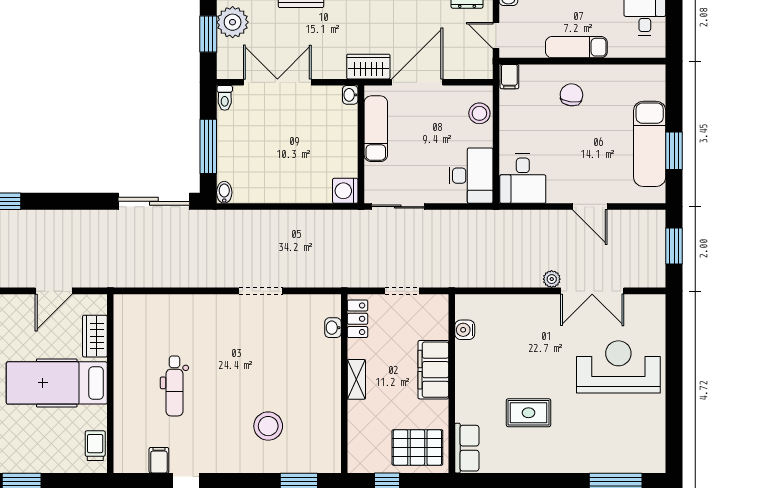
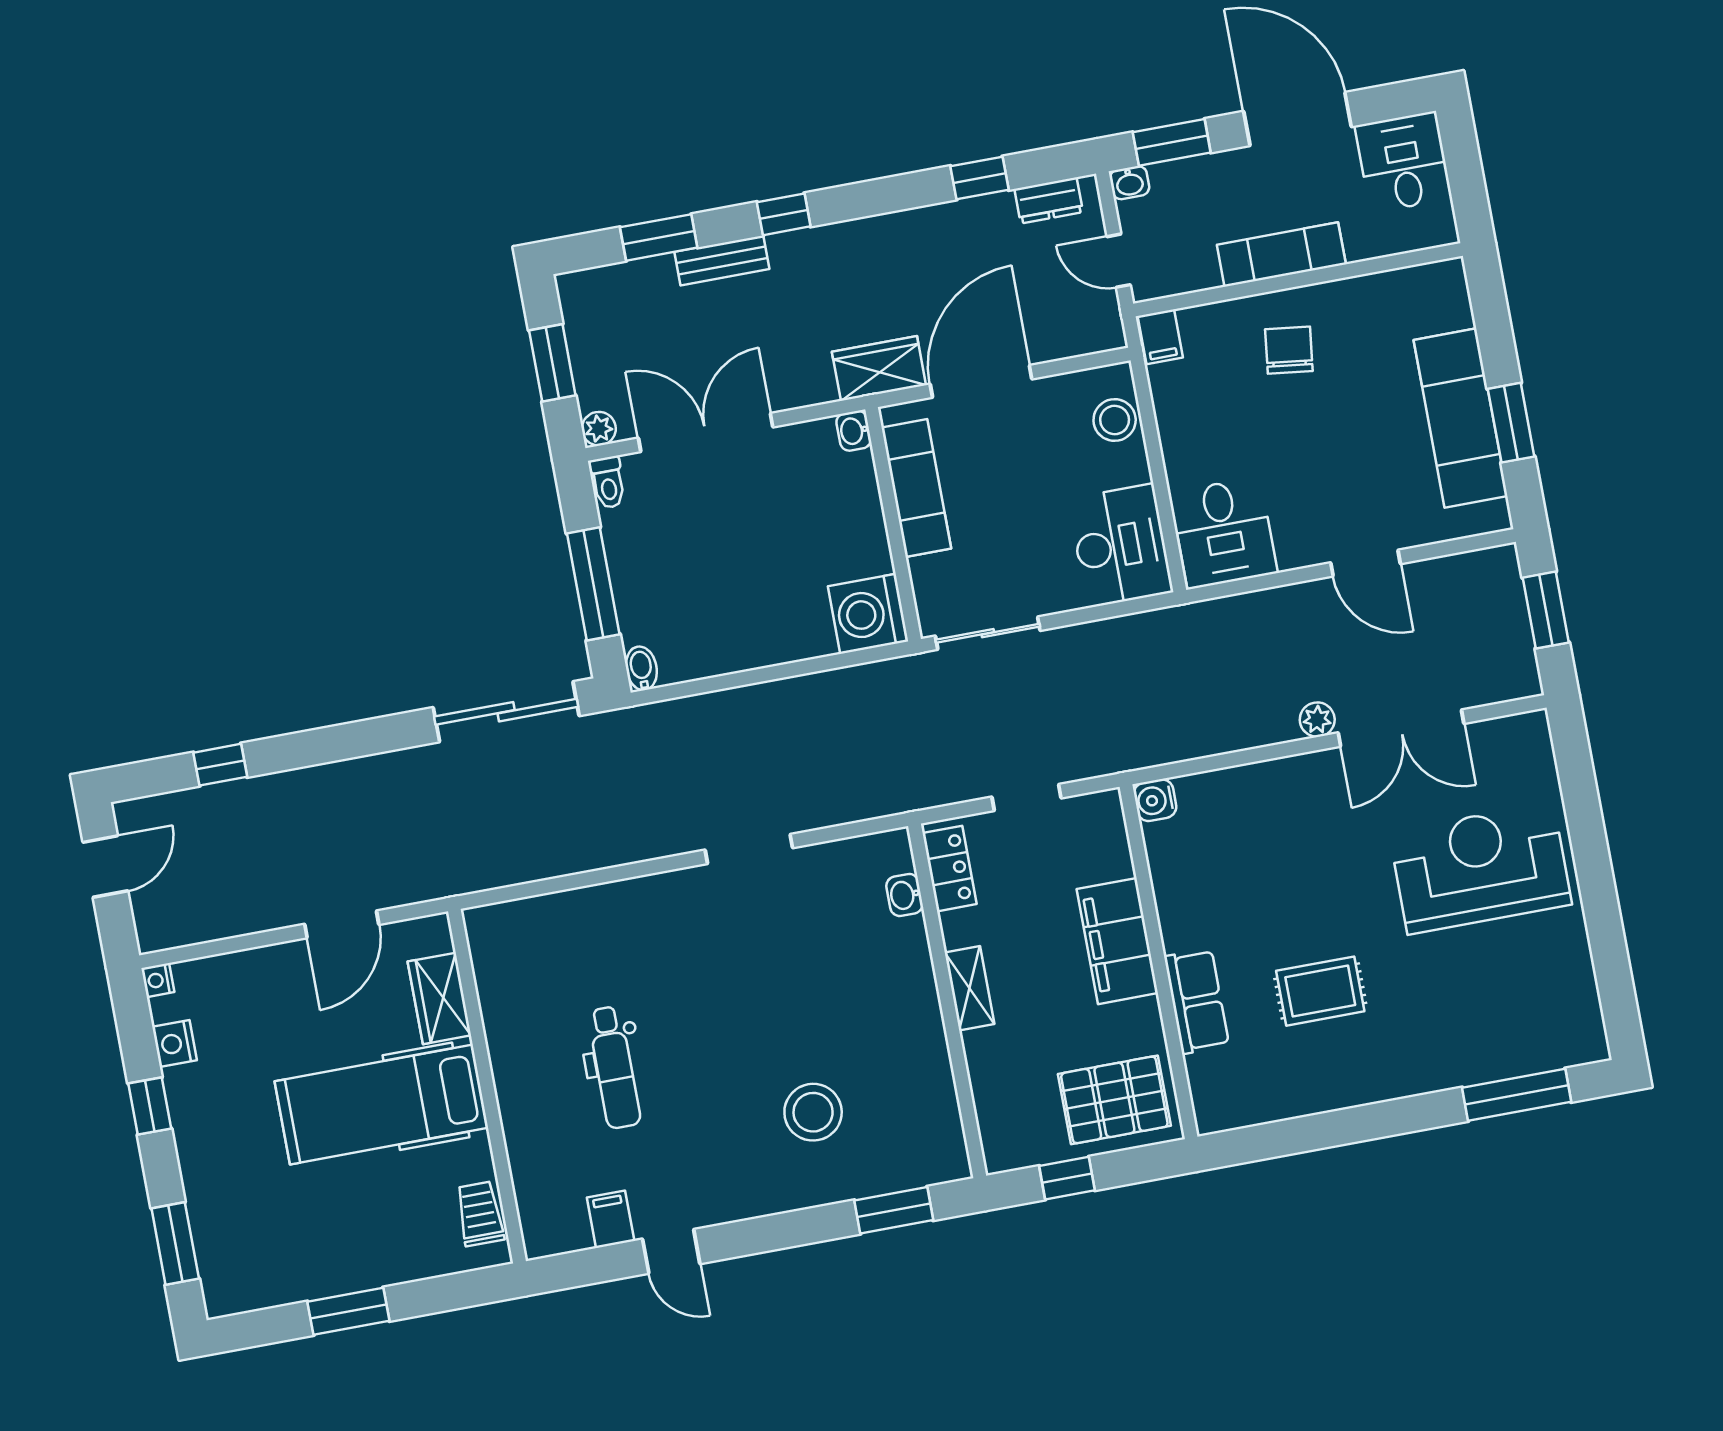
plant: (233, 22) -> (599, 429), moved, width x0.53, depth x0.53
washing machine: (345, 191) -> (868, 614), width x1.37, depth x1.37
water cooler: (465, 330) -> (1155, 800), moved
row of seats: (467, 448) -> (1197, 1001), moved

